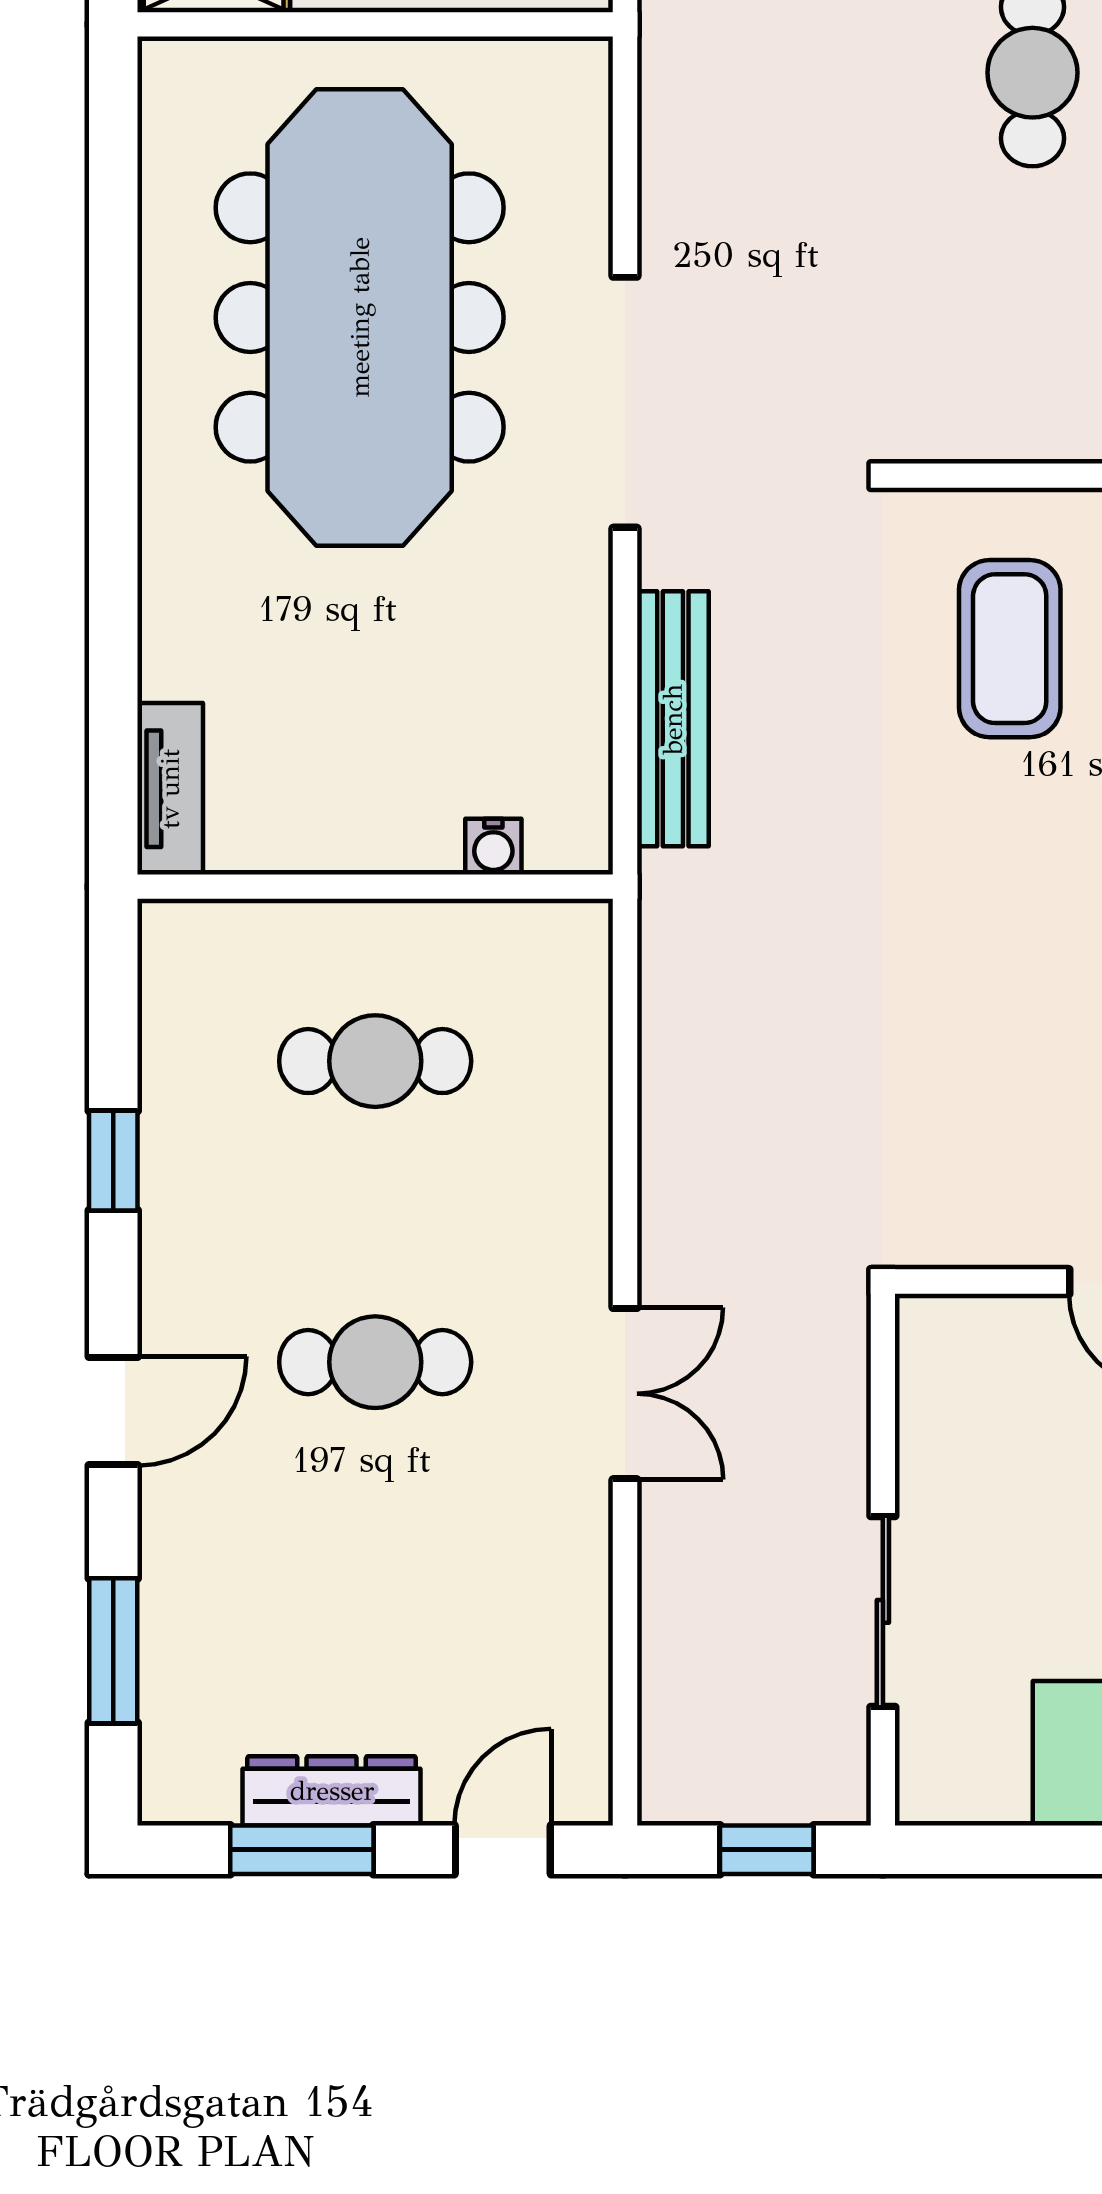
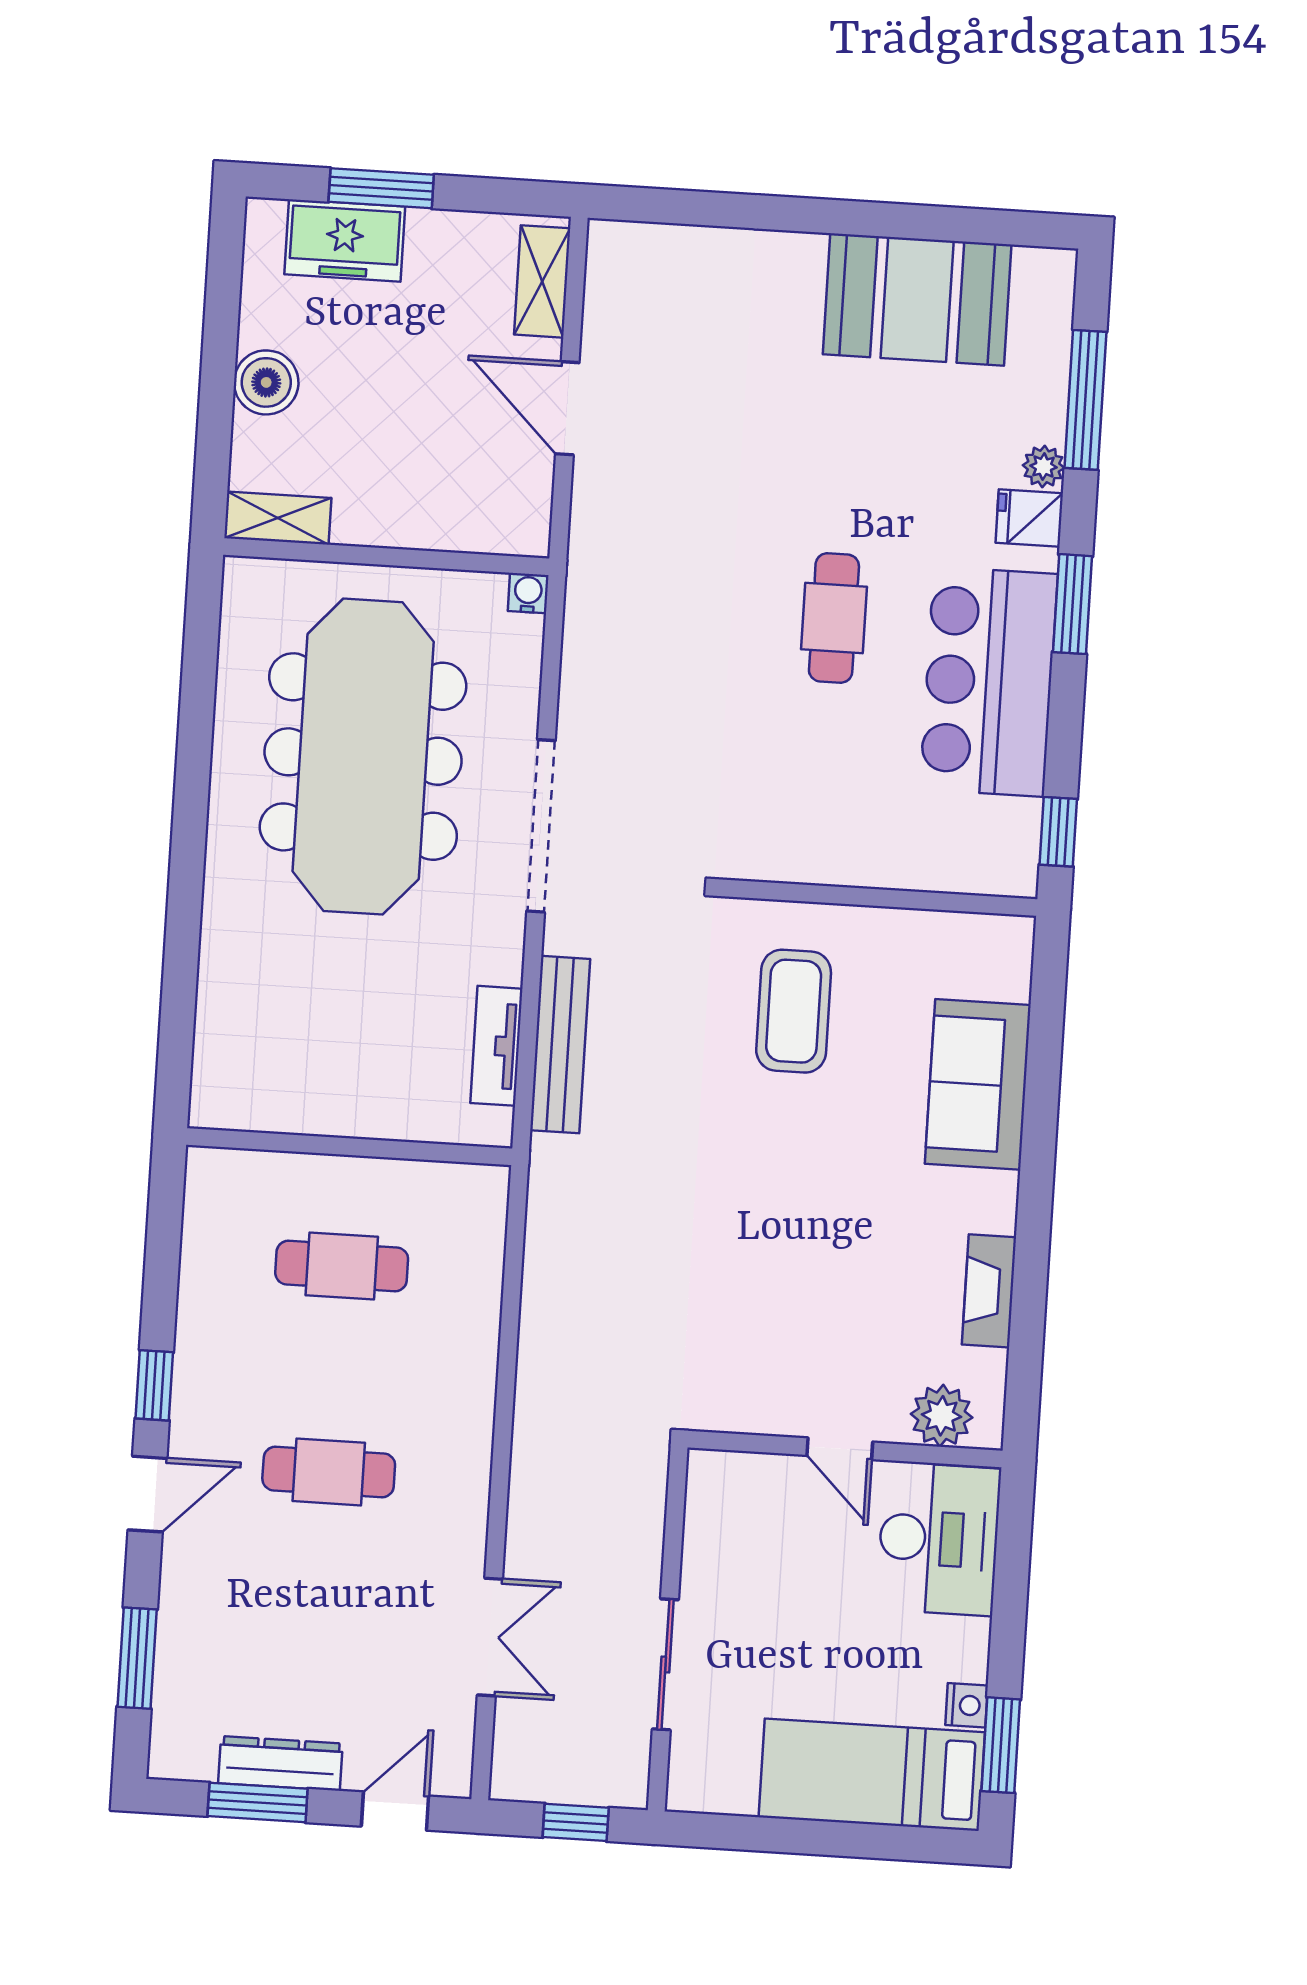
tv unit: (170, 789) -> (496, 1046), moved, turned 180
water cooler: (493, 847) -> (528, 593), moved, turned 180
window: (113, 1161) -> (154, 1385), moved
double door: (625, 1394) -> (490, 1637), moved

